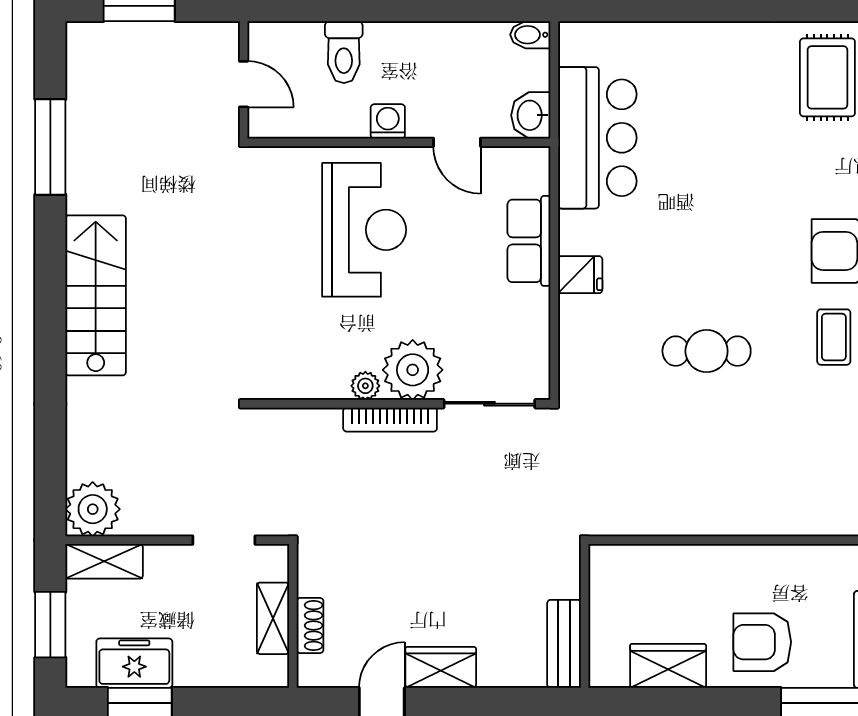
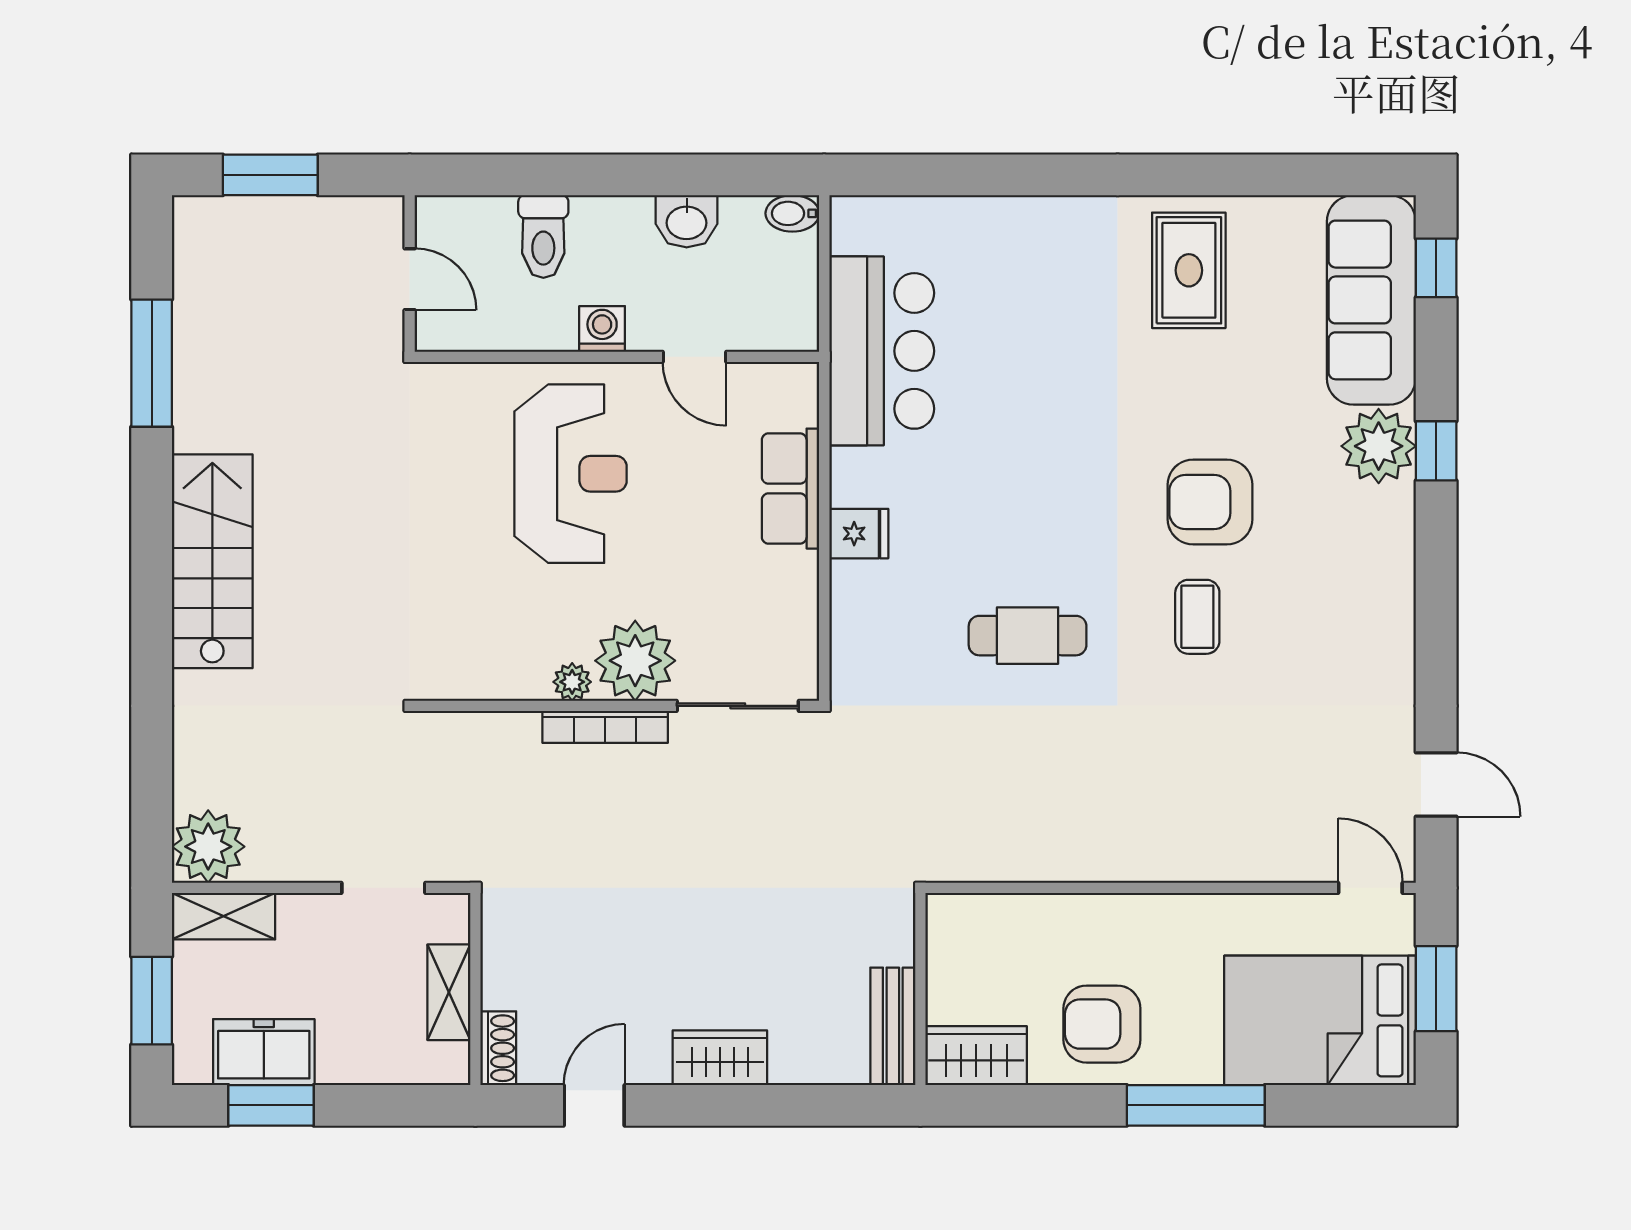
washbasin: (531, 115) -> (687, 221), moved, turned -90
wall: (585, 616) -> (920, 989), moved
shoe rack: (310, 625) -> (498, 1048), moved
bench: (564, 644) -> (893, 1026), moved
wardrobe: (441, 667) -> (720, 1058), moved

